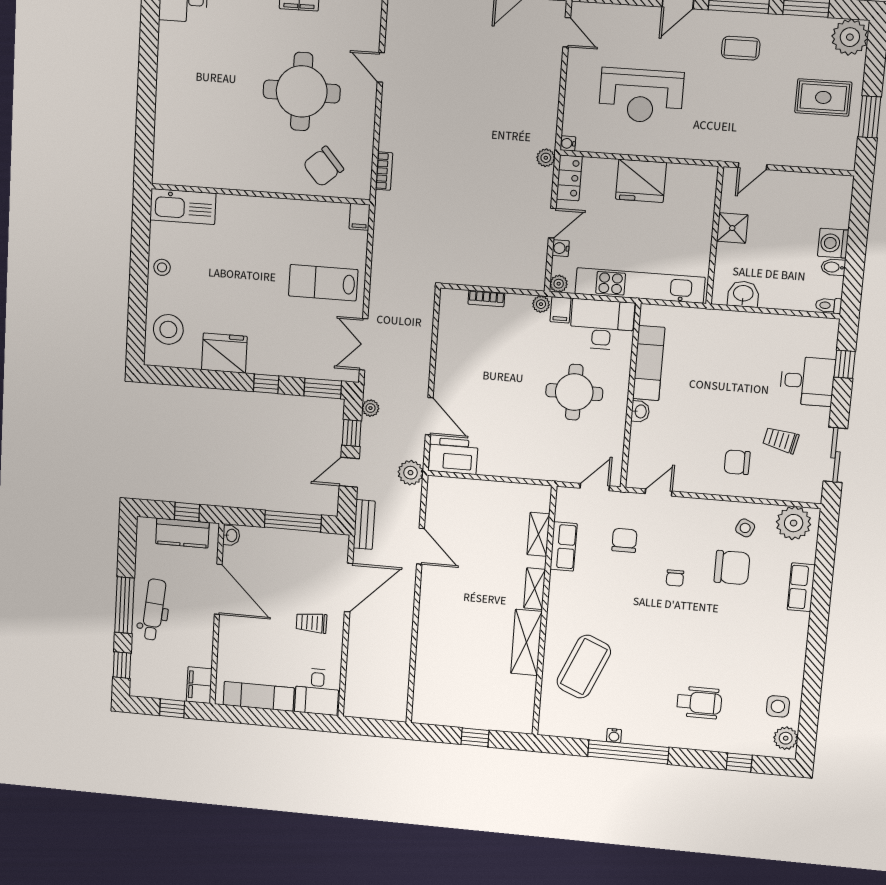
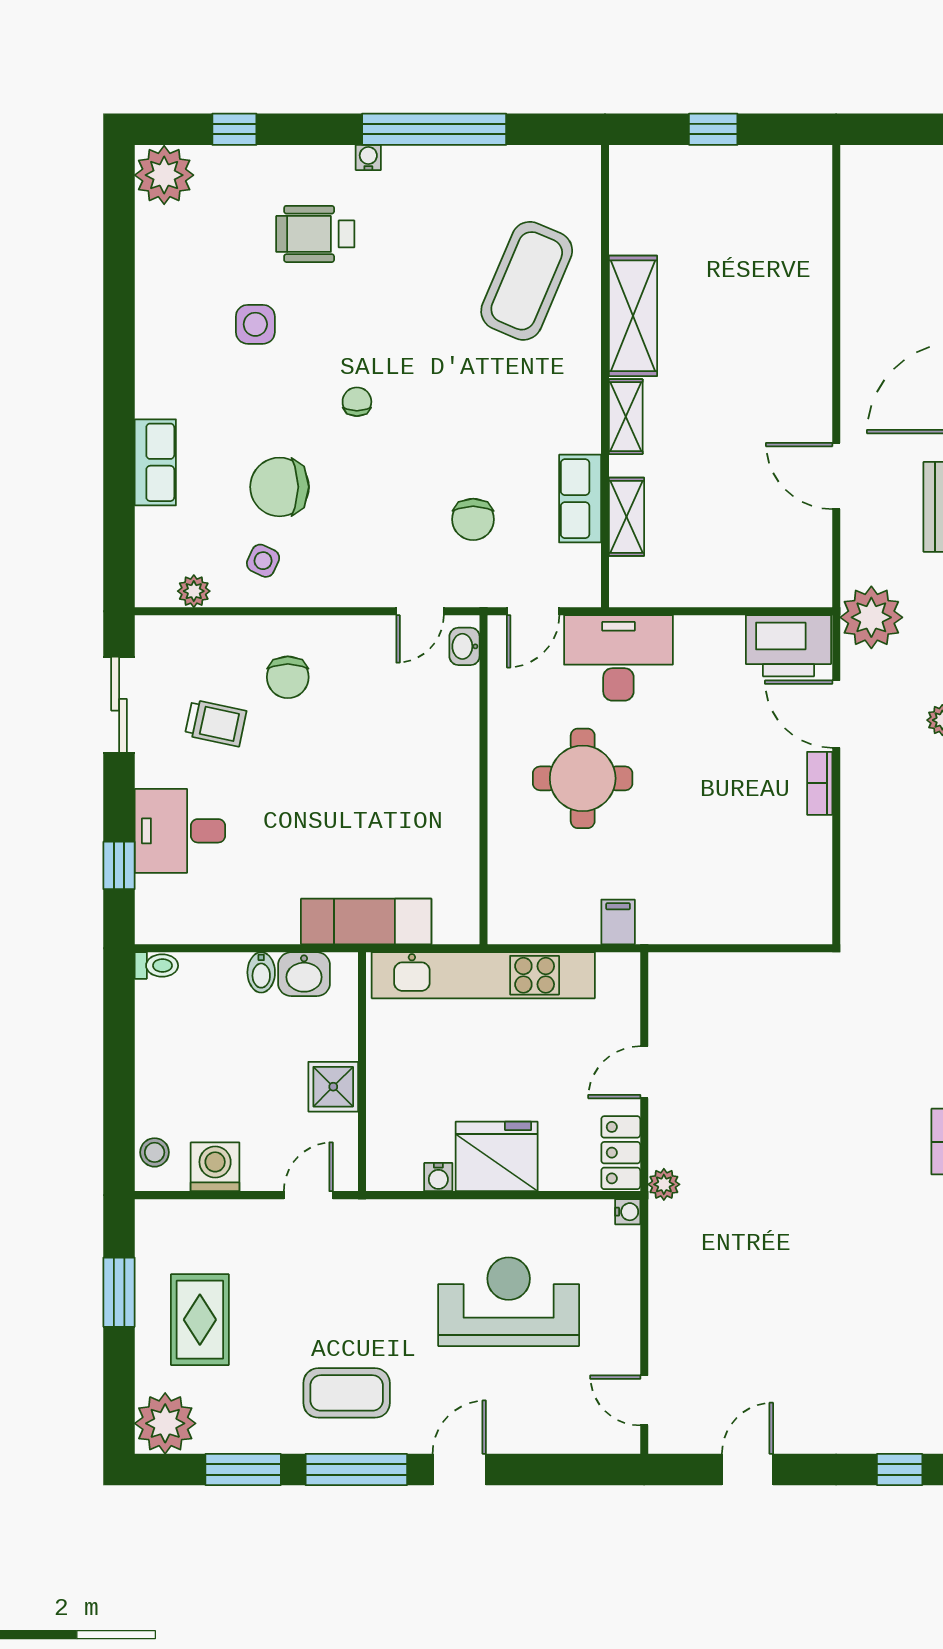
coffee table: (741, 48) -> (347, 1393), width x1.36, depth x1.30
rug: (823, 97) -> (200, 1320), turned 90
stool: (840, 198) -> (155, 1152), added
washing machine: (833, 243) -> (215, 1167), moved, turned -90
water cooler: (561, 248) -> (438, 1177), moved, turned 90
bidet: (833, 267) -> (261, 972), moved, turned 90
plant: (559, 284) -> (625, 968), removed
bookcase: (486, 299) -> (820, 783), moved, turned -90
plant: (541, 304) -> (653, 929), removed
desk: (602, 325) -> (618, 658), moved, turned 180
exam couch: (649, 363) -> (366, 922), moved, turned 90
washbasin: (640, 411) -> (464, 646), moved
chair: (737, 462) -> (288, 677), turned 90
plant: (411, 473) -> (871, 617), width x1.36, depth x1.36
plant: (794, 523) -> (194, 591), width x0.53, depth x0.53
chair: (675, 578) -> (357, 402), moved
side table: (778, 706) -> (255, 324), moved
water cooler: (614, 736) -> (368, 157), moved
plant: (786, 738) -> (164, 175), width x1.36, depth x1.36

